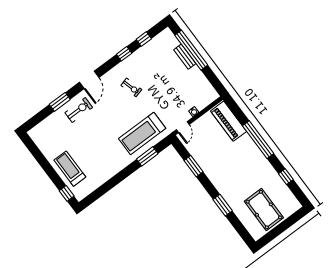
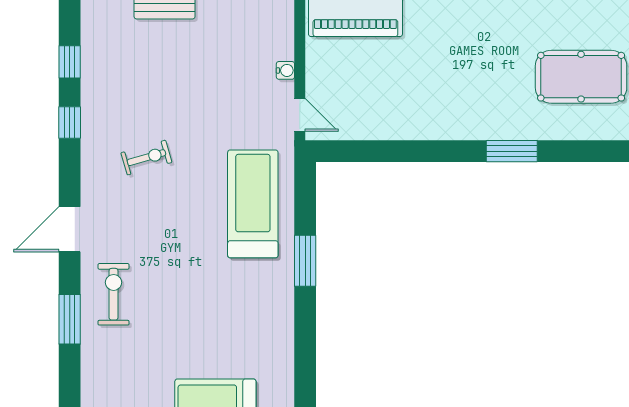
door: (89, 80) -> (70, 229), swing flipped
treadmill: (142, 133) -> (253, 204), turned 180
window: (147, 156) -> (305, 261), moved
window: (193, 166) -> (392, 151), removed

